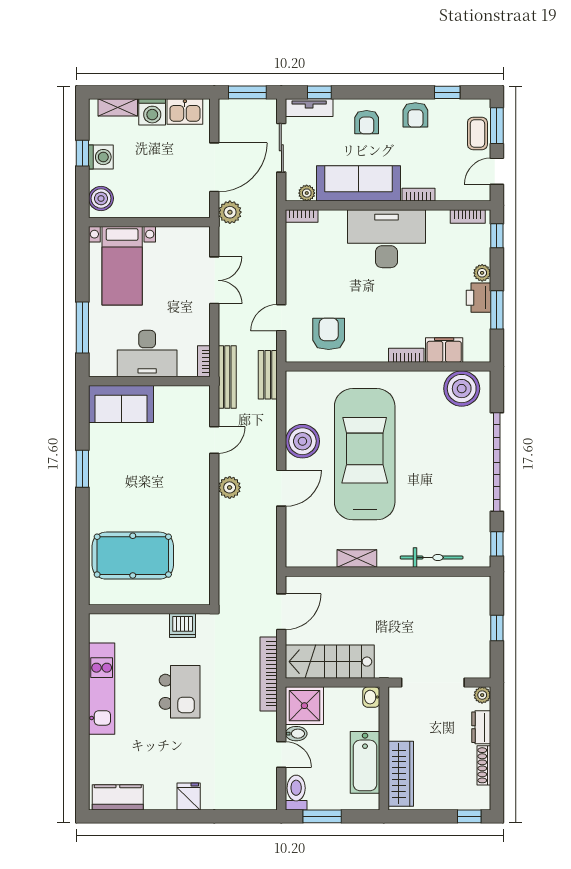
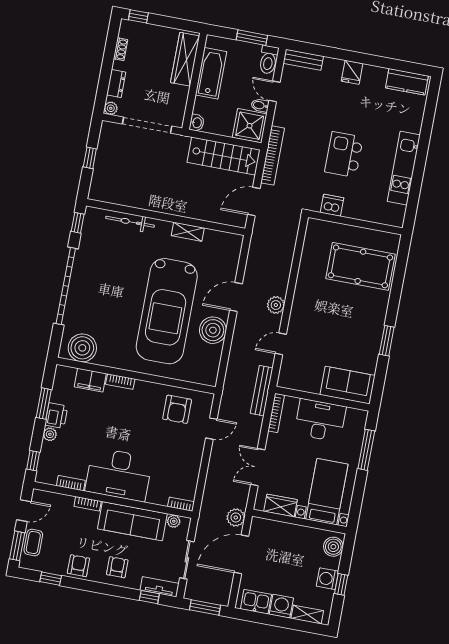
bookcase: (468, 217) -> (71, 483), moved
wardrobe: (177, 238) -> (281, 506), added
bookcase: (204, 361) -> (276, 413), width x1.56
bench: (268, 375) -> (303, 60), moved, turned 90
shoe rack: (484, 765) -> (121, 49), width x0.70

